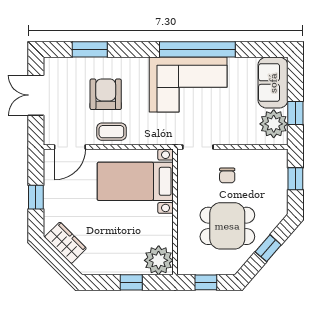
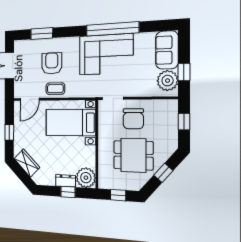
chair: (227, 175) -> (133, 119), width x1.87, depth x1.87
dresser: (127, 266) -> (66, 181), added

